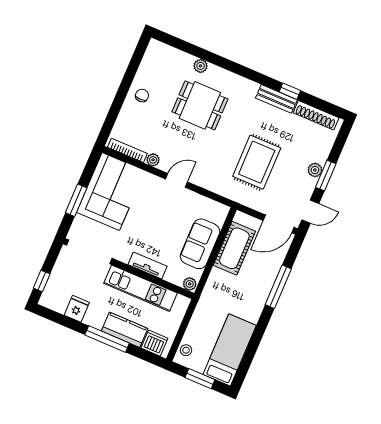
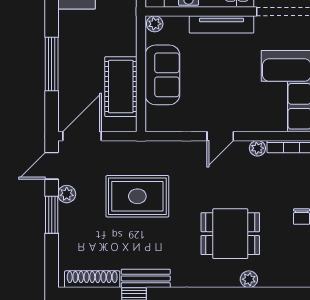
rug: (257, 162) -> (137, 196), turned 90
plant: (315, 170) -> (67, 194), moved
tv unit: (147, 265) -> (222, 24), width x1.41

